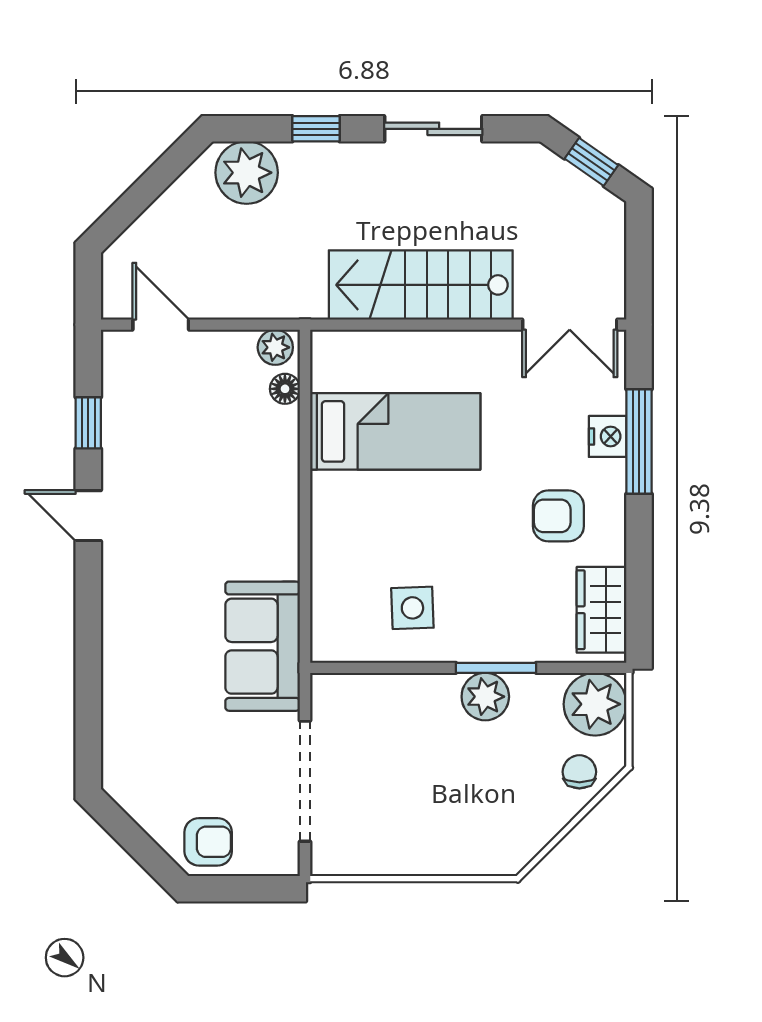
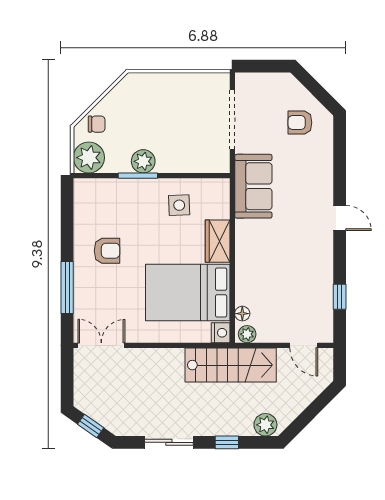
plant: (247, 173) -> (265, 425), width x0.73, depth x0.73
stairs: (421, 285) -> (231, 365), moved
bed: (395, 431) -> (188, 293), width x1.50
nightstand: (608, 436) -> (221, 333), moved, turned 180
door: (88, 516) -> (340, 218), moved
wardrobe: (602, 610) -> (218, 241), moved, turned 180
chair: (579, 772) -> (97, 124), turned -90
armchair: (208, 842) -> (300, 123), moved

